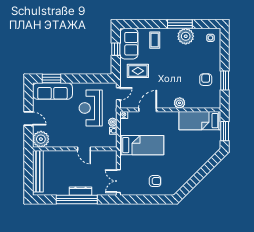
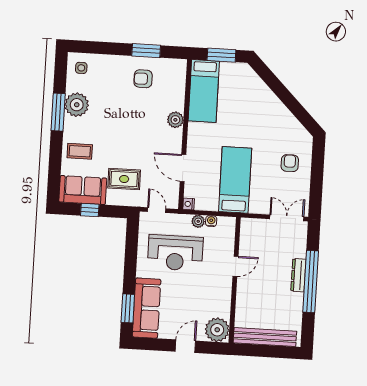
rug: (138, 71) -> (124, 179), turned 90
double door: (118, 181) -> (287, 218), swing flipped

